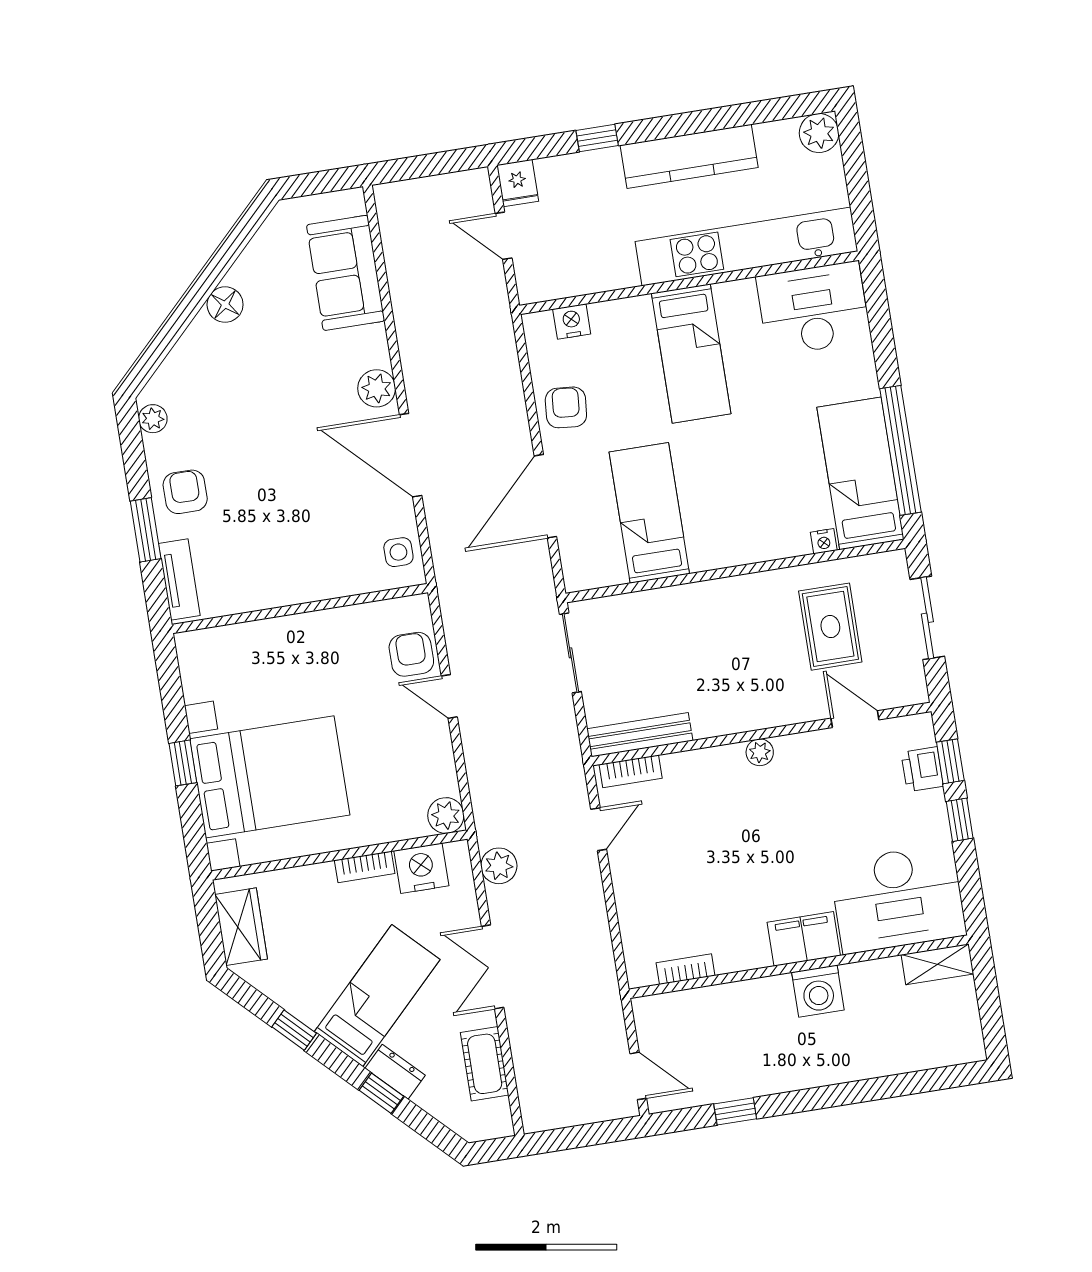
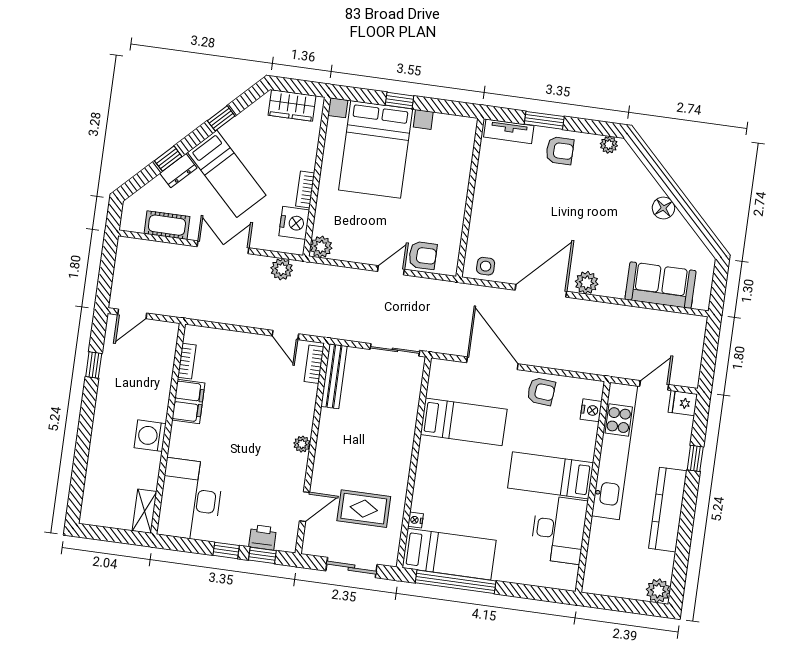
kitchen unit: (747, 246) -> (615, 451), moved
desk: (813, 309) -> (559, 529), moved
filing cabinet: (804, 939) -> (188, 402), moved

